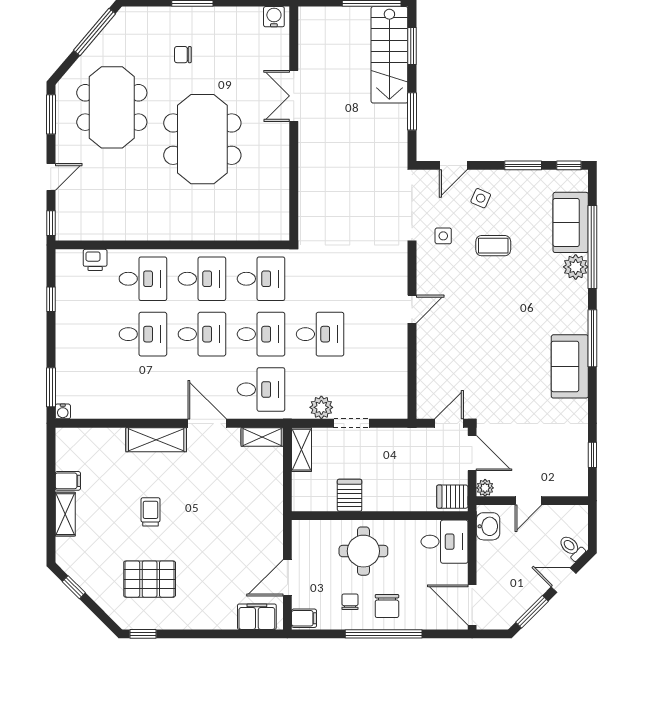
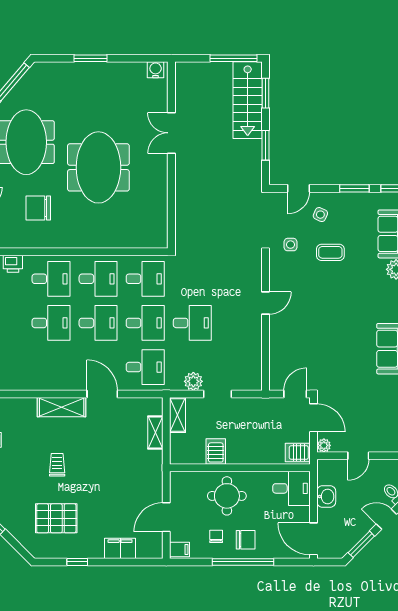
chair: (183, 55) -> (38, 208), moved, width x1.87, depth x1.87
shelving: (262, 437) -> (155, 433), moved, turned 90
washbasin: (488, 526) -> (326, 496), moved
chair: (387, 606) -> (246, 540), turned -90
filing cabinet: (257, 617) -> (120, 548), moved
window: (143, 634) -> (77, 562), moved

